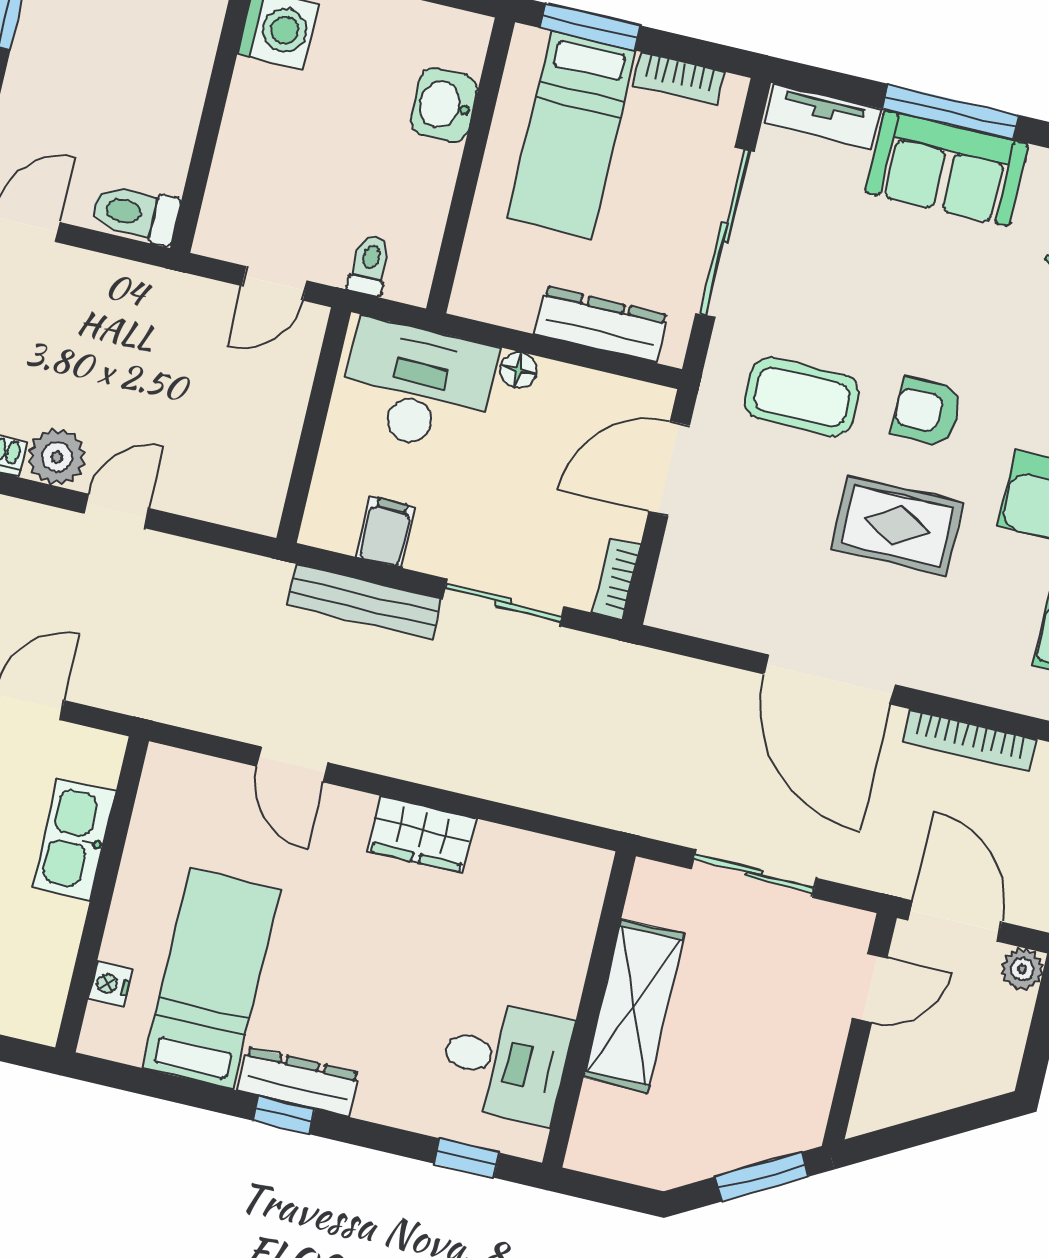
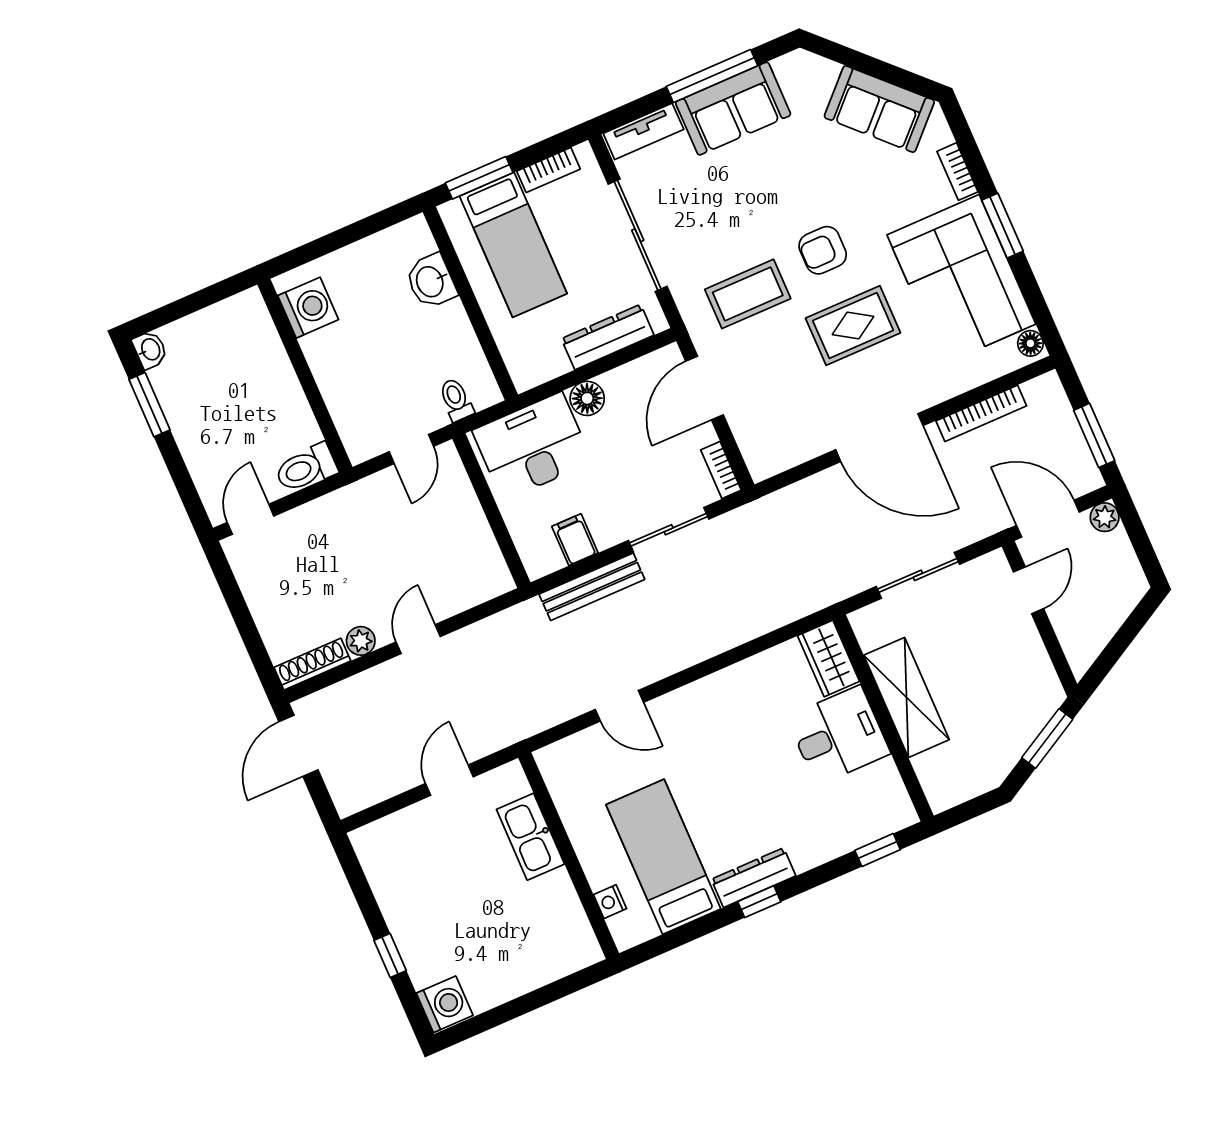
floor lamp: (518, 370) -> (587, 398), width x1.37, depth x1.37
plant: (57, 457) -> (361, 641), width x0.73, depth x0.73
wardrobe: (422, 835) -> (829, 659), moved, turned 90
desk: (505, 1061) -> (838, 735), moved

